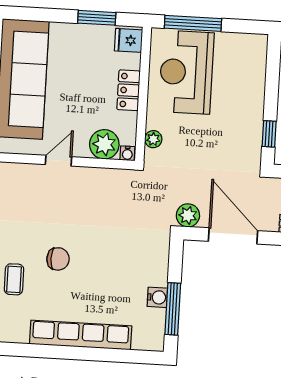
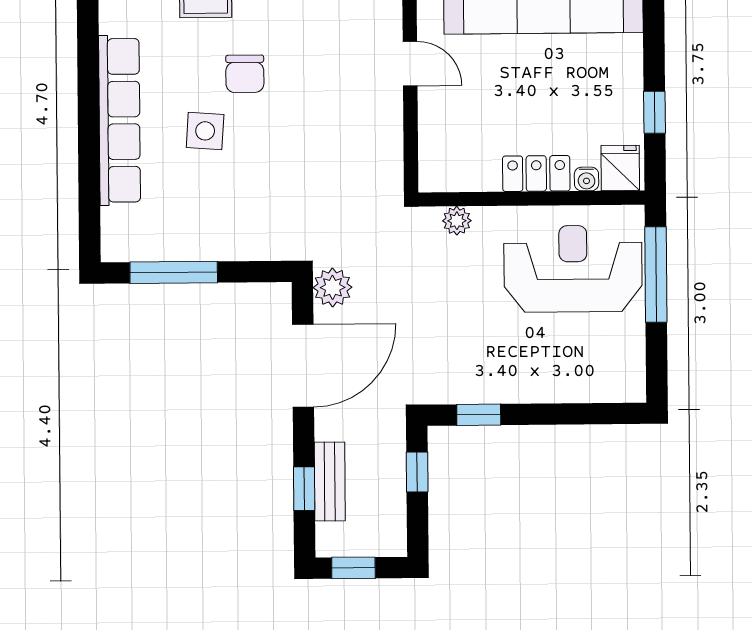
window: (97, 18) -> (655, 112), width x0.67
plant: (104, 144) -> (443, 139), removed
water cooler: (127, 153) -> (586, 179), moved, turned -90
side table: (90, 285) -> (205, 131), added
water cooler: (157, 297) -> (191, 245), removed

